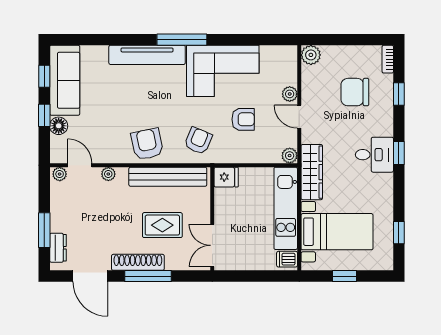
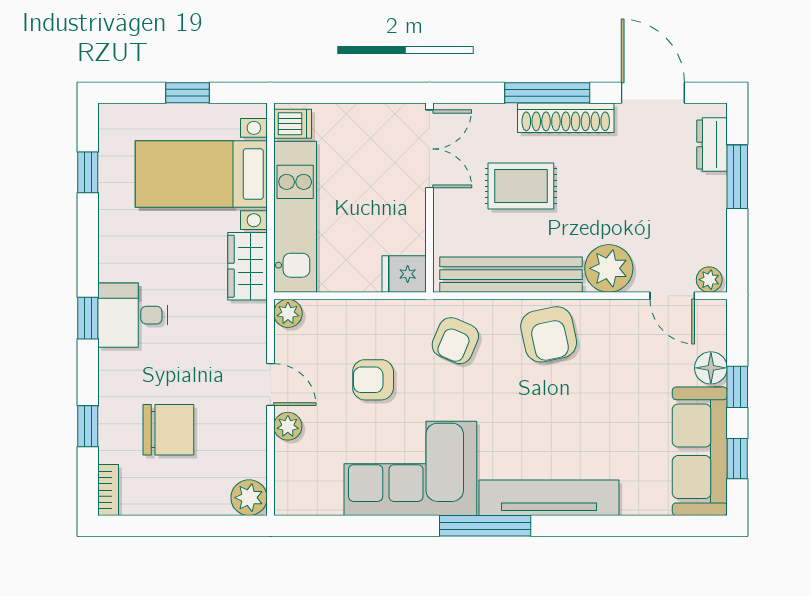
wardrobe: (312, 172) -> (247, 266), width x0.67
plant: (108, 174) -> (609, 268), width x1.88, depth x1.88

